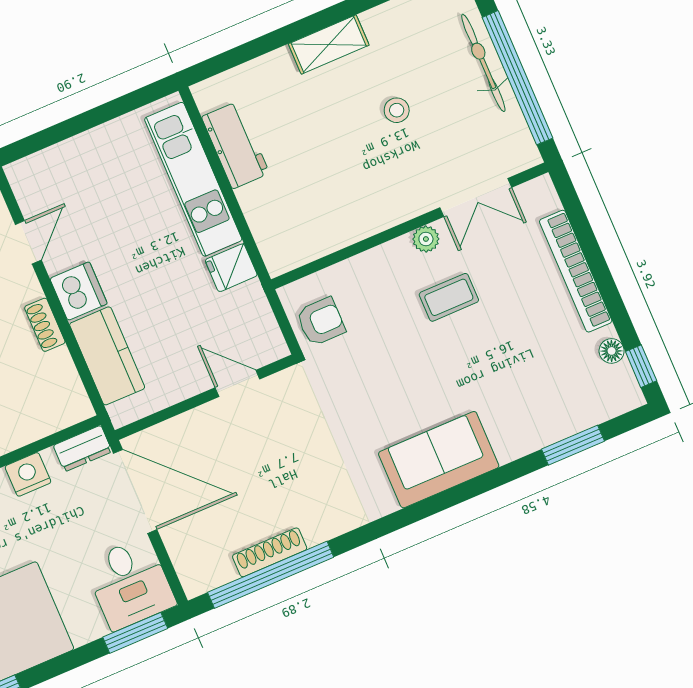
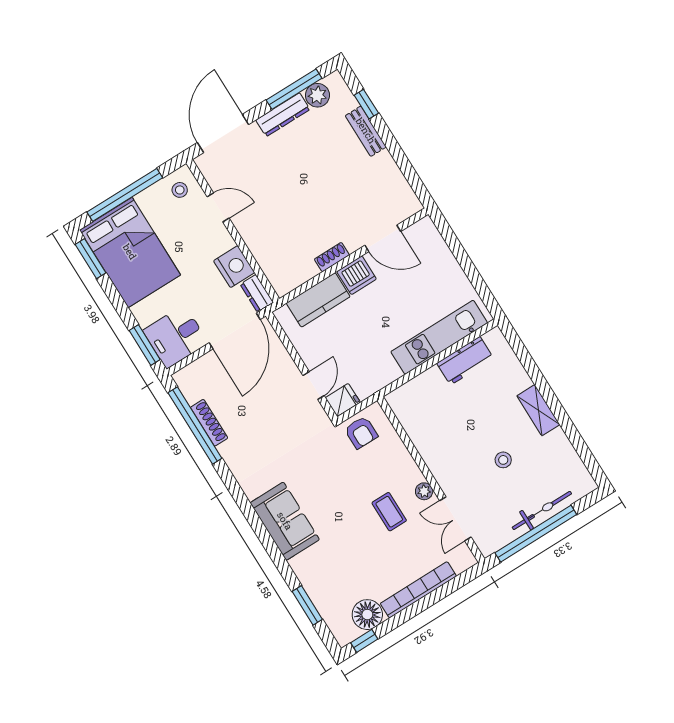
door: (28, 242) -> (383, 238), width x1.38
fridge: (231, 268) -> (343, 400), moved, turned 90
floor lamp: (612, 351) -> (367, 615), width x1.89, depth x1.89
nightstand: (28, 474) -> (234, 267), width x1.36, depth x1.33

